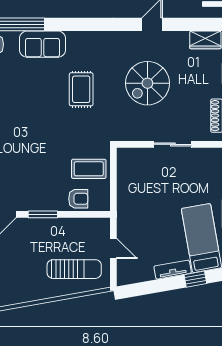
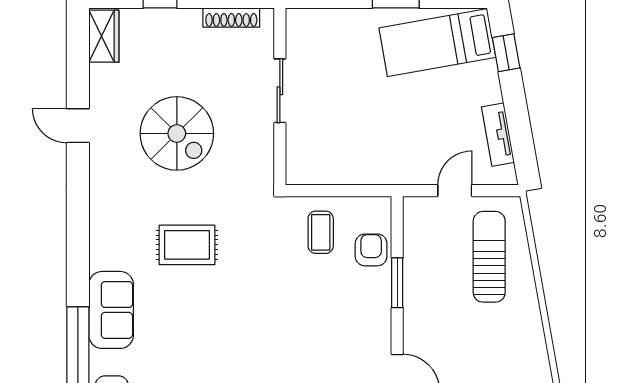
coffee table: (89, 169) -> (321, 232), width x0.73, depth x0.77
window: (43, 214) -> (397, 283), moved
tv unit: (173, 270) -> (498, 135), moved

